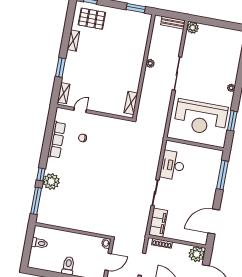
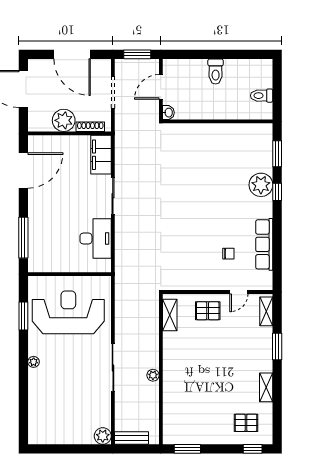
pallet: (92, 19) -> (246, 423), width x0.67, depth x0.71
pallet: (104, 101) -> (208, 311), added
window: (36, 201) -> (277, 154), width x0.69
plant: (197, 254) -> (64, 120), moved

